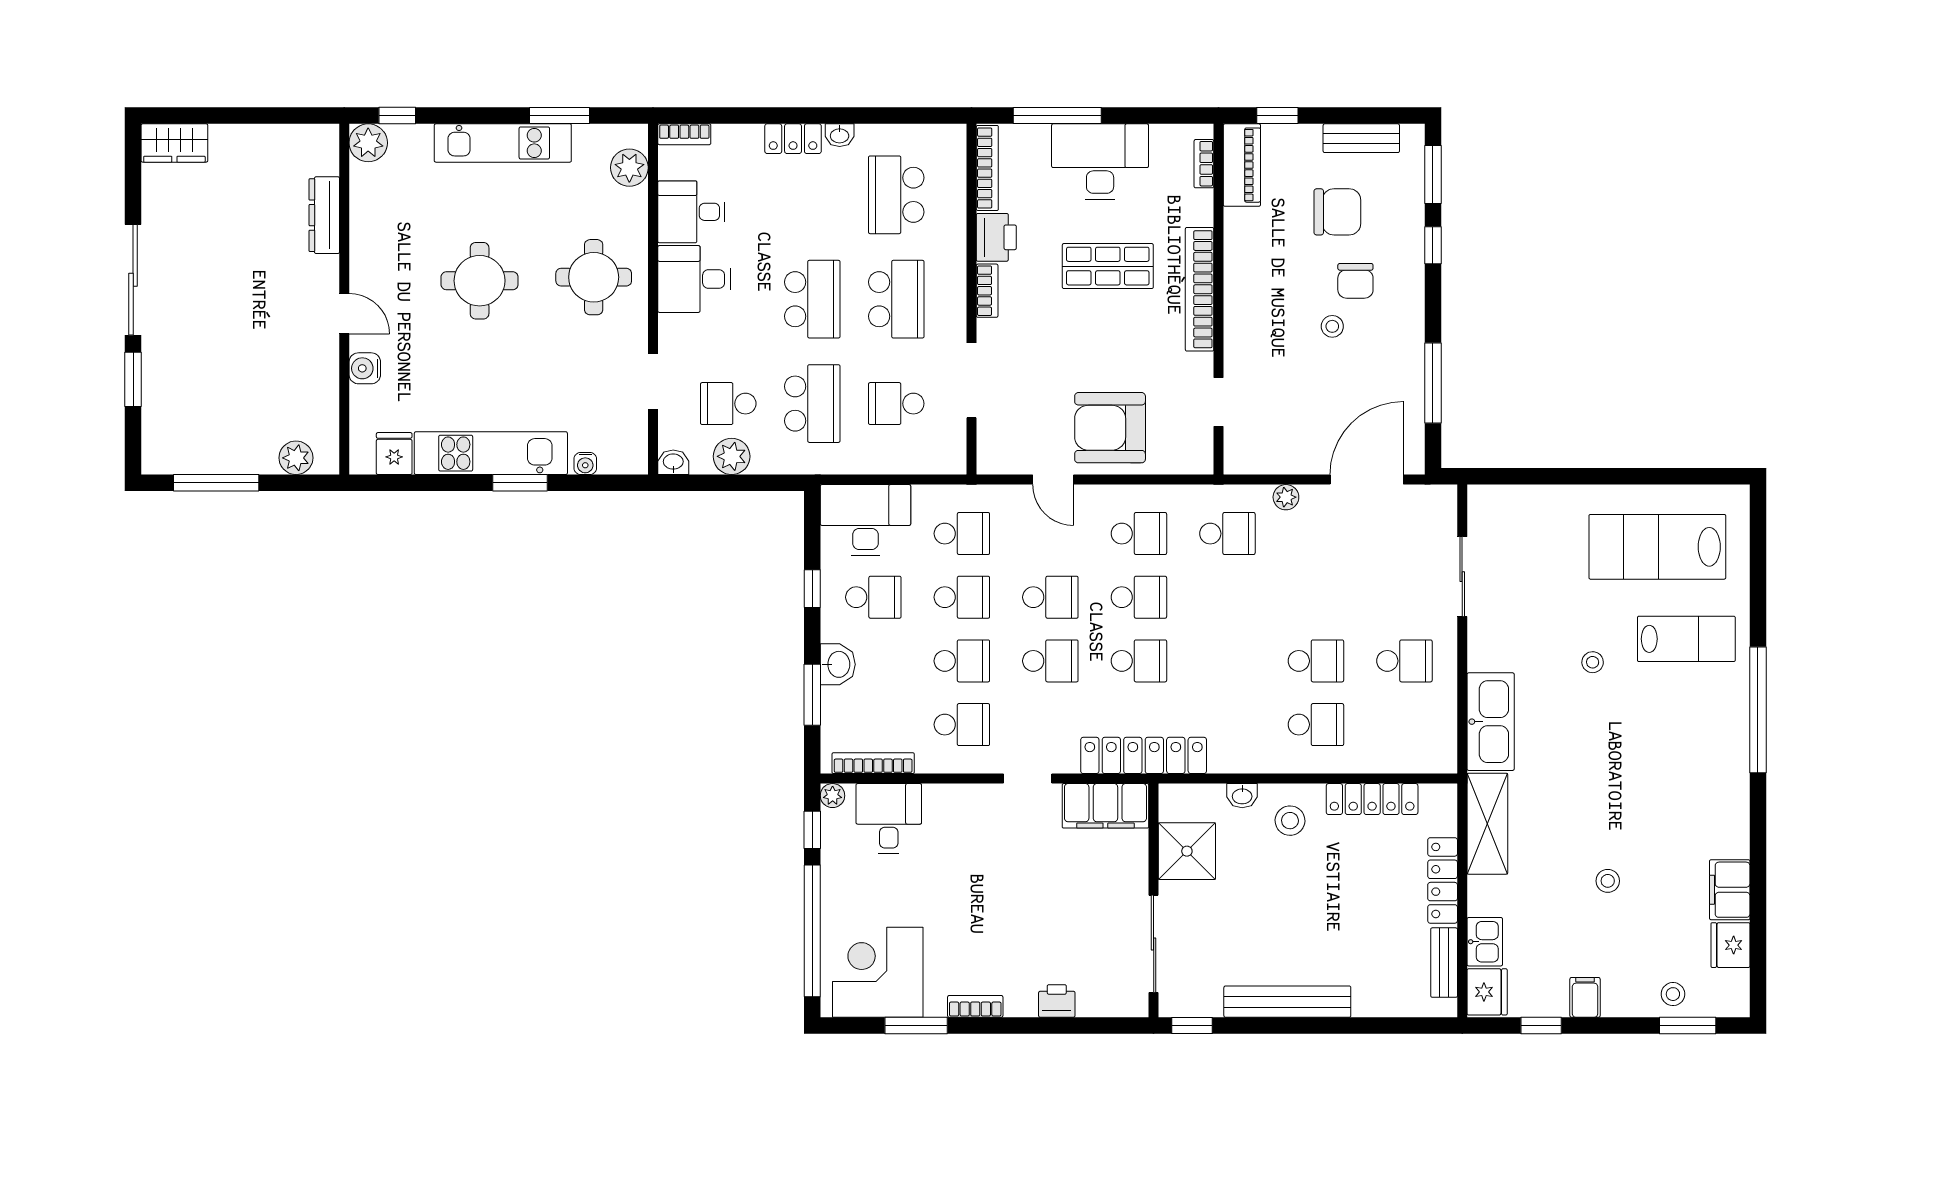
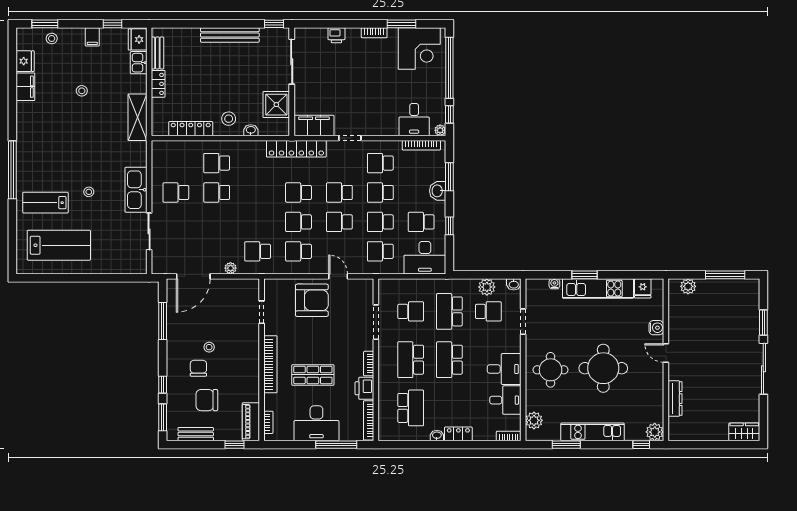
round table: (480, 281) -> (603, 368), width x1.36, depth x1.36
kitchen sink: (1491, 722) -> (136, 190), moved
locker: (1443, 880) -> (158, 84), width x0.66

